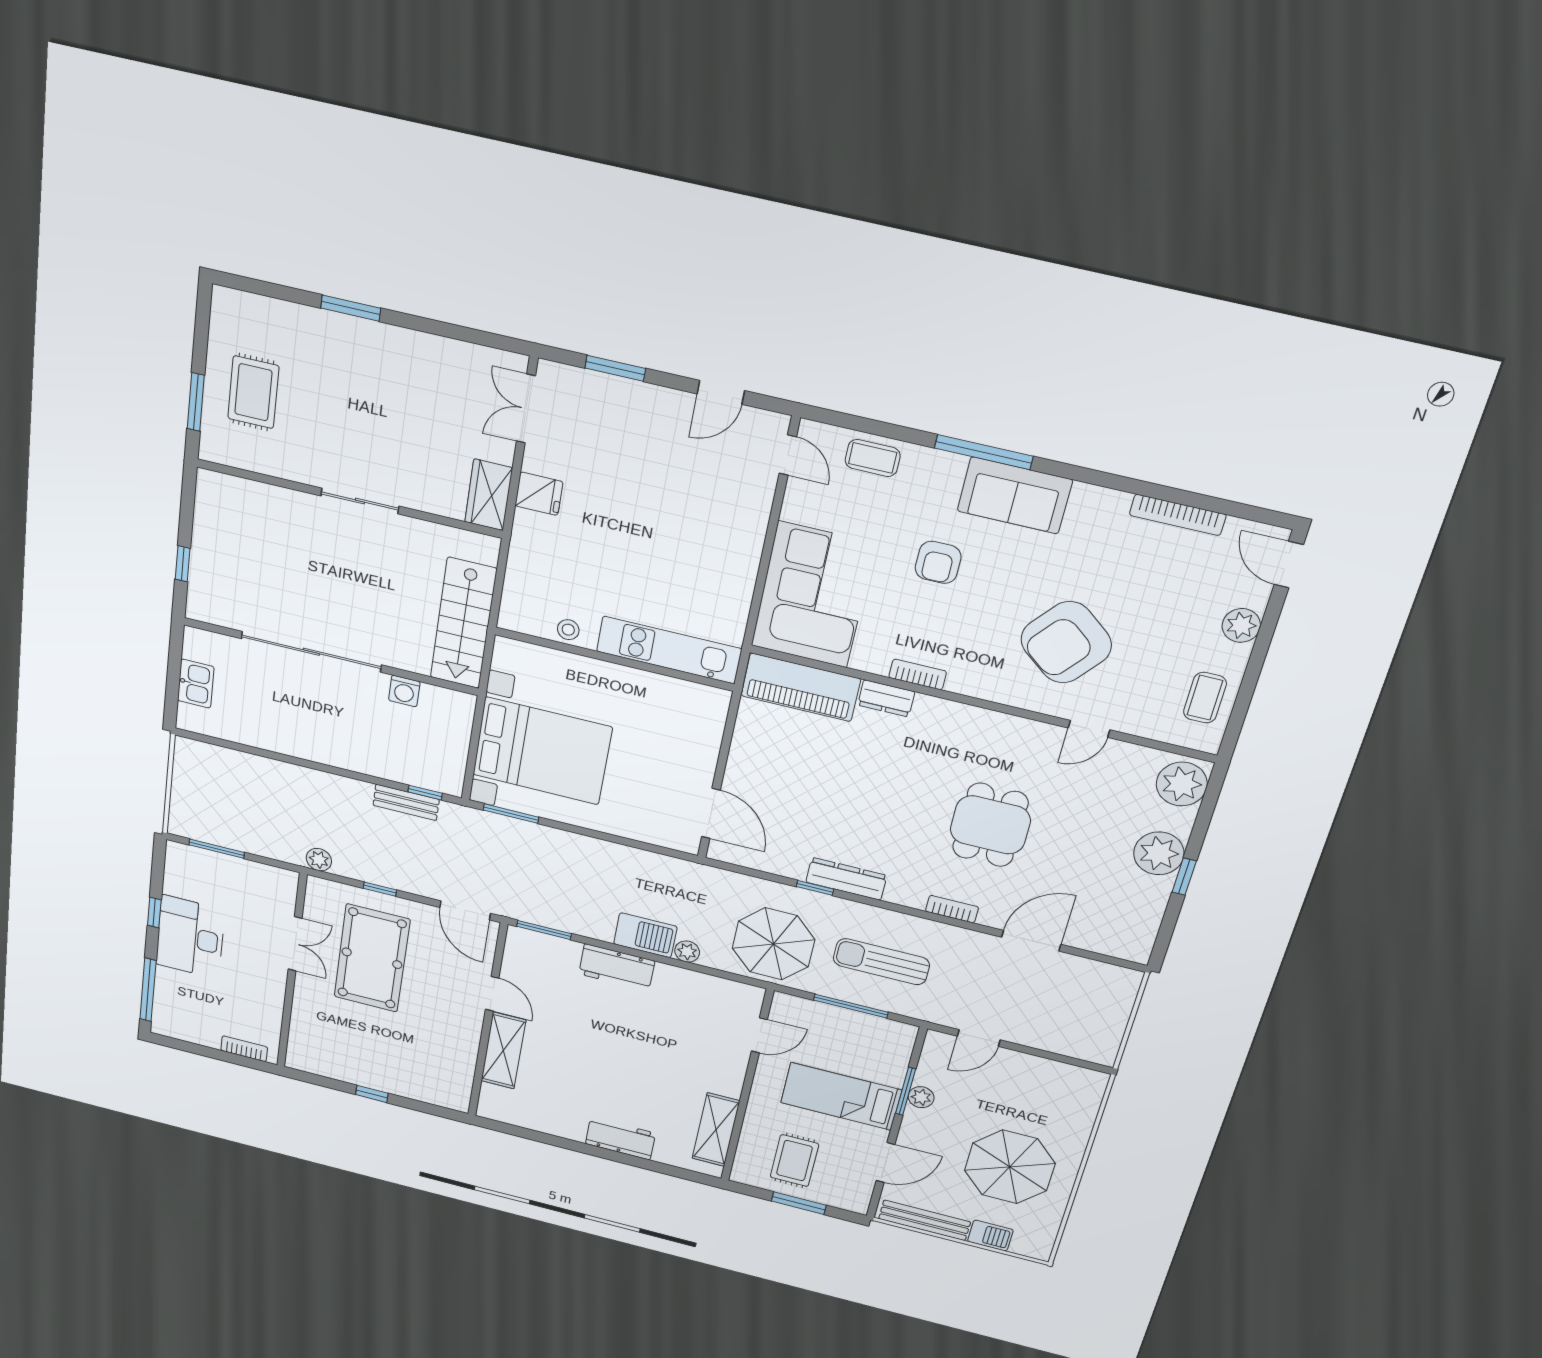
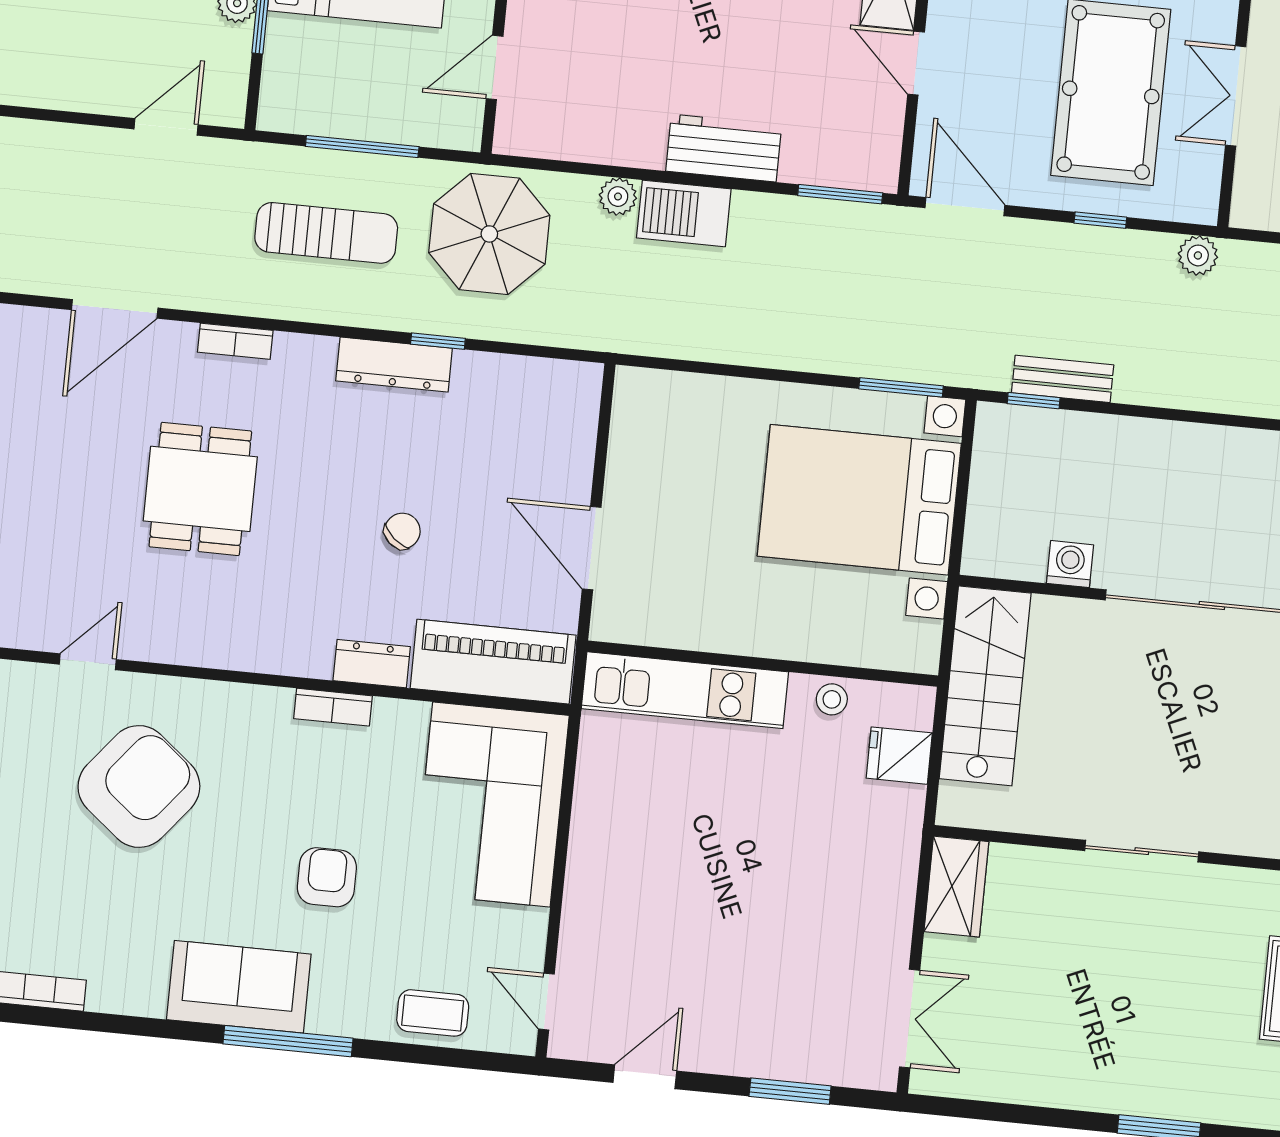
fridge: (539, 494) -> (899, 756), moved
chair: (854, 778) -> (402, 531), added
door: (711, 813) -> (592, 548), moved

